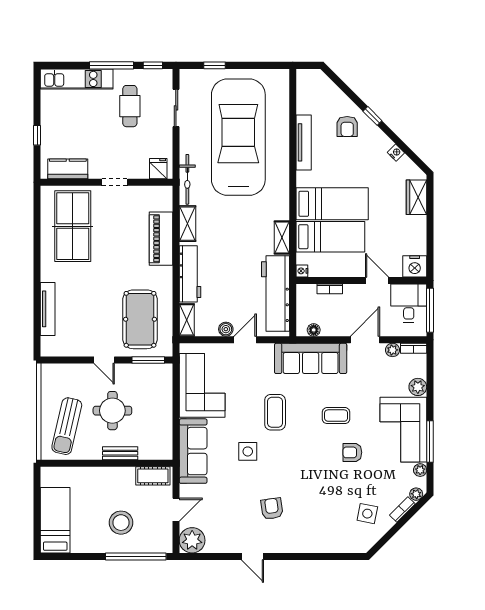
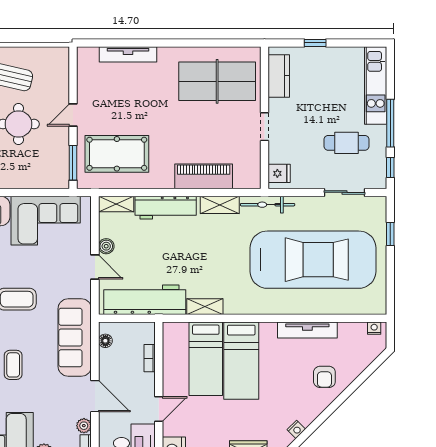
window: (372, 116) -> (336, 404), removed
armchair: (347, 127) -> (324, 377), turned -90
nightstand: (302, 271) -> (374, 328), moved

